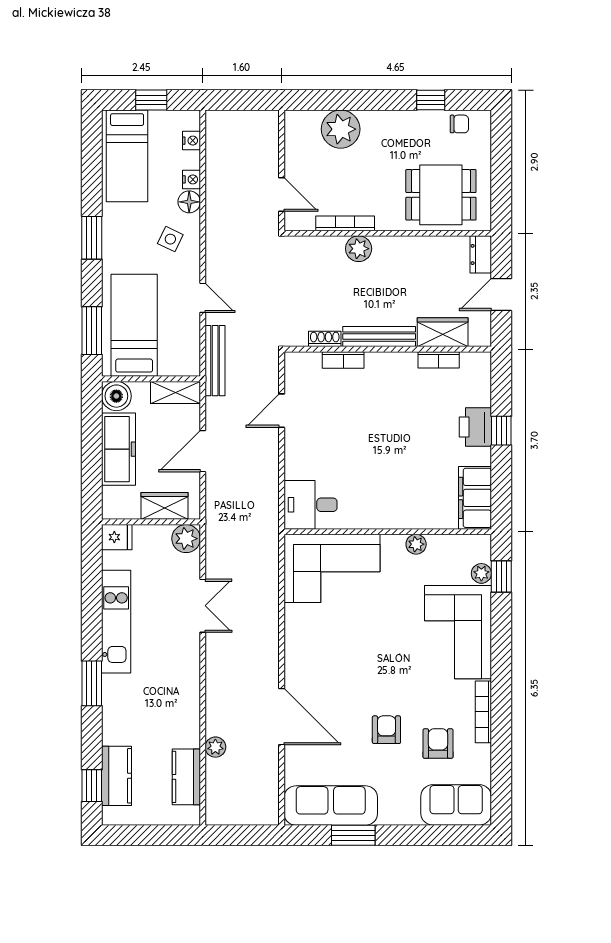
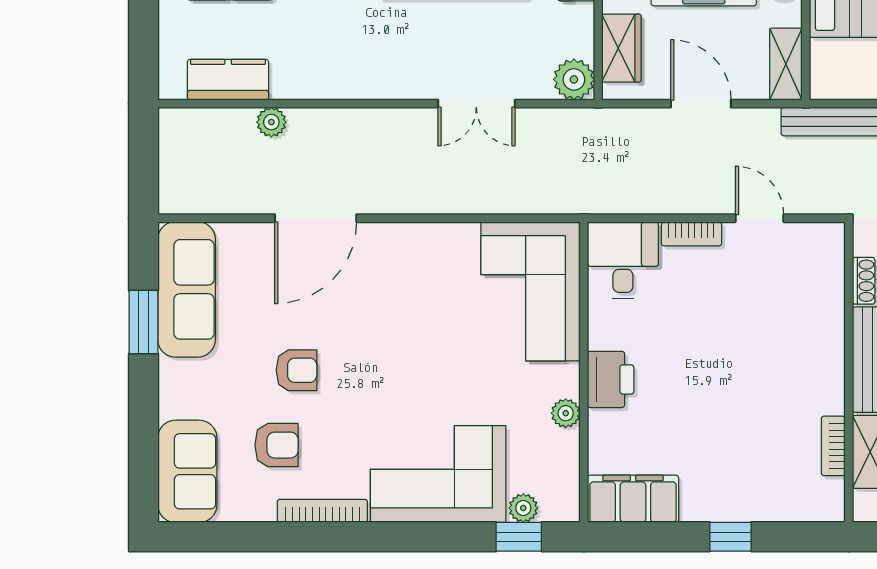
bookcase: (343, 360) -> (691, 234), moved, turned -90
printer: (475, 427) -> (611, 379), moved, turned 90

